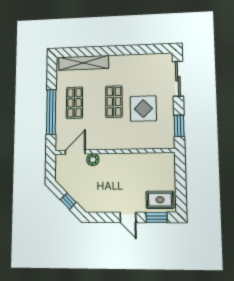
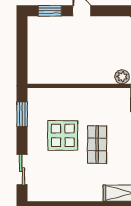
sliding door: (178, 79) -> (22, 170), width x0.73
rug: (160, 200) -> (45, 30), removed

